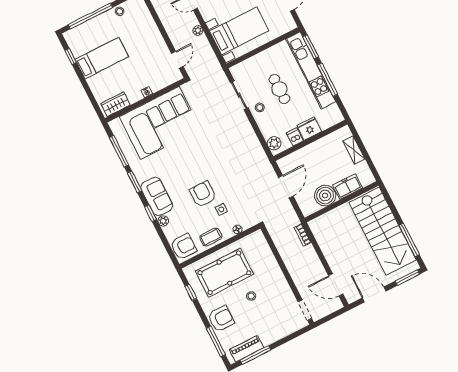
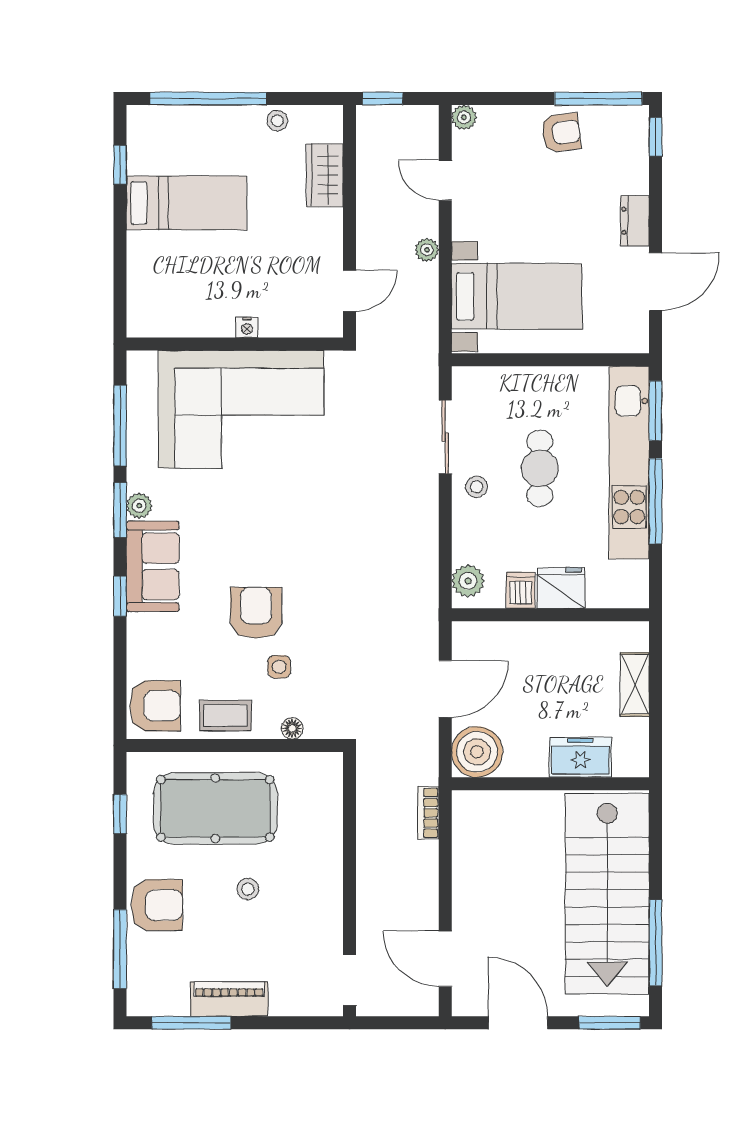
wardrobe: (115, 104) -> (325, 175), moved, turned -90
boiler: (325, 196) -> (477, 752), moved
plant: (163, 221) -> (139, 506), moved
piano: (247, 349) -> (229, 999), moved

